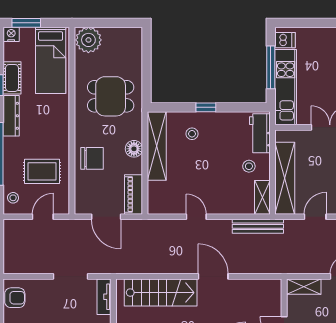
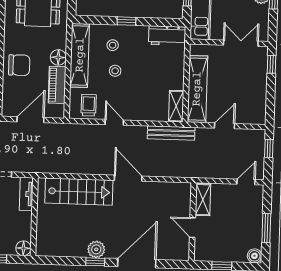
workbench: (260, 133) -> (167, 36), moved, turned -90
stool: (249, 166) -> (115, 71), moved
piano: (134, 194) -> (57, 85), moved
trolley: (168, 199) -> (89, 105), added
door: (106, 217) -> (30, 120), swing flipped
shelving: (304, 287) -> (203, 200), moved, turned 90

